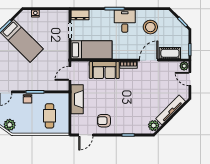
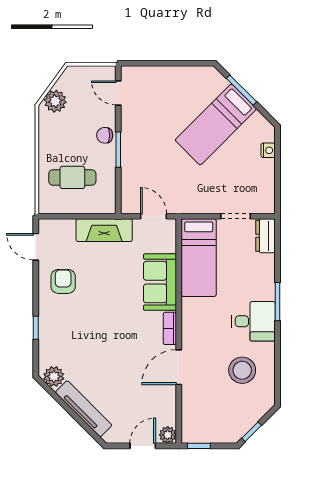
cot: (170, 53) -> (192, 408), removed
door: (149, 60) -> (179, 367), swing flipped

